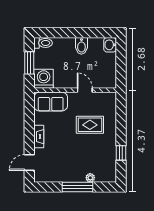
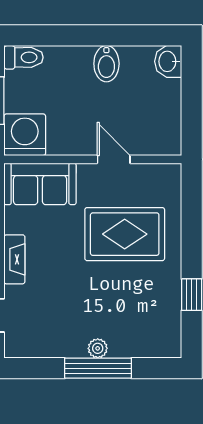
rug: (90, 125) -> (125, 234), width x1.36, depth x1.43
plant: (90, 178) -> (98, 348), moved

